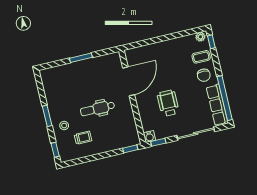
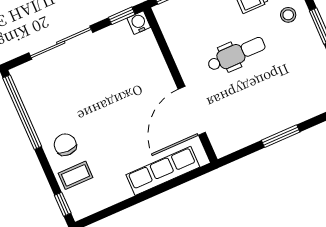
plant: (200, 37) -> (83, 209), removed
wheelchair: (168, 103) -> (117, 86), removed
row of seats: (217, 105) -> (163, 171), moved, turned -90

